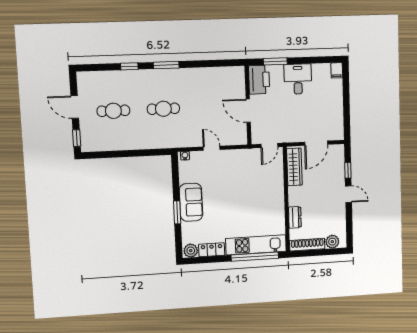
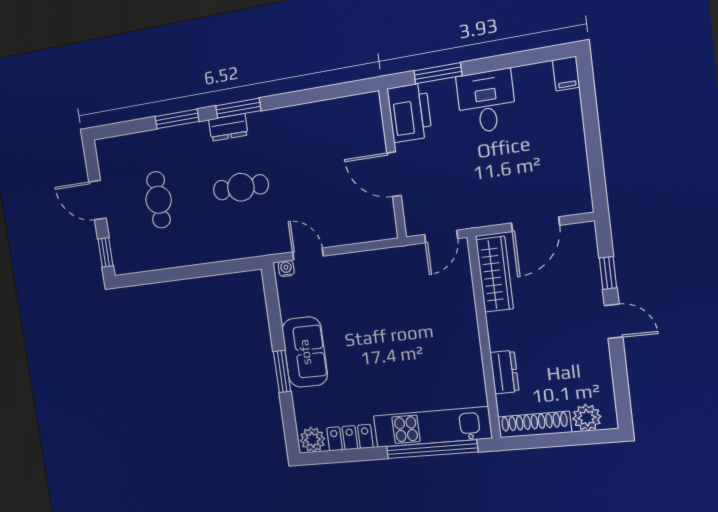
window: (129, 66) -> (177, 119), width x1.50
dresser: (159, 75) -> (228, 127), added
cafe table: (113, 111) -> (159, 200), turned 90
door: (212, 148) -> (308, 254), moved

